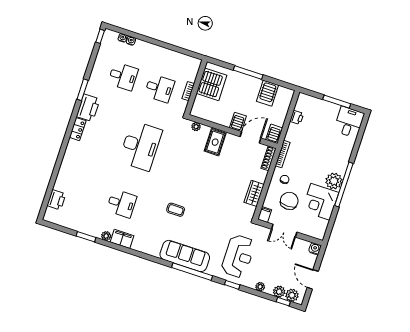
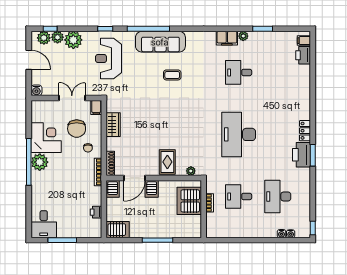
desk: (123, 76) -> (278, 196), width x1.37
server rack: (212, 84) -> (189, 201), moved
window: (83, 90) -> (313, 155), moved
server rack: (268, 93) -> (118, 230), moved, turned 90
coffee table: (176, 210) -> (172, 75), moved
filing cabinet: (51, 213) -> (304, 41), added
plant: (260, 287) -> (73, 40), width x1.88, depth x1.88

